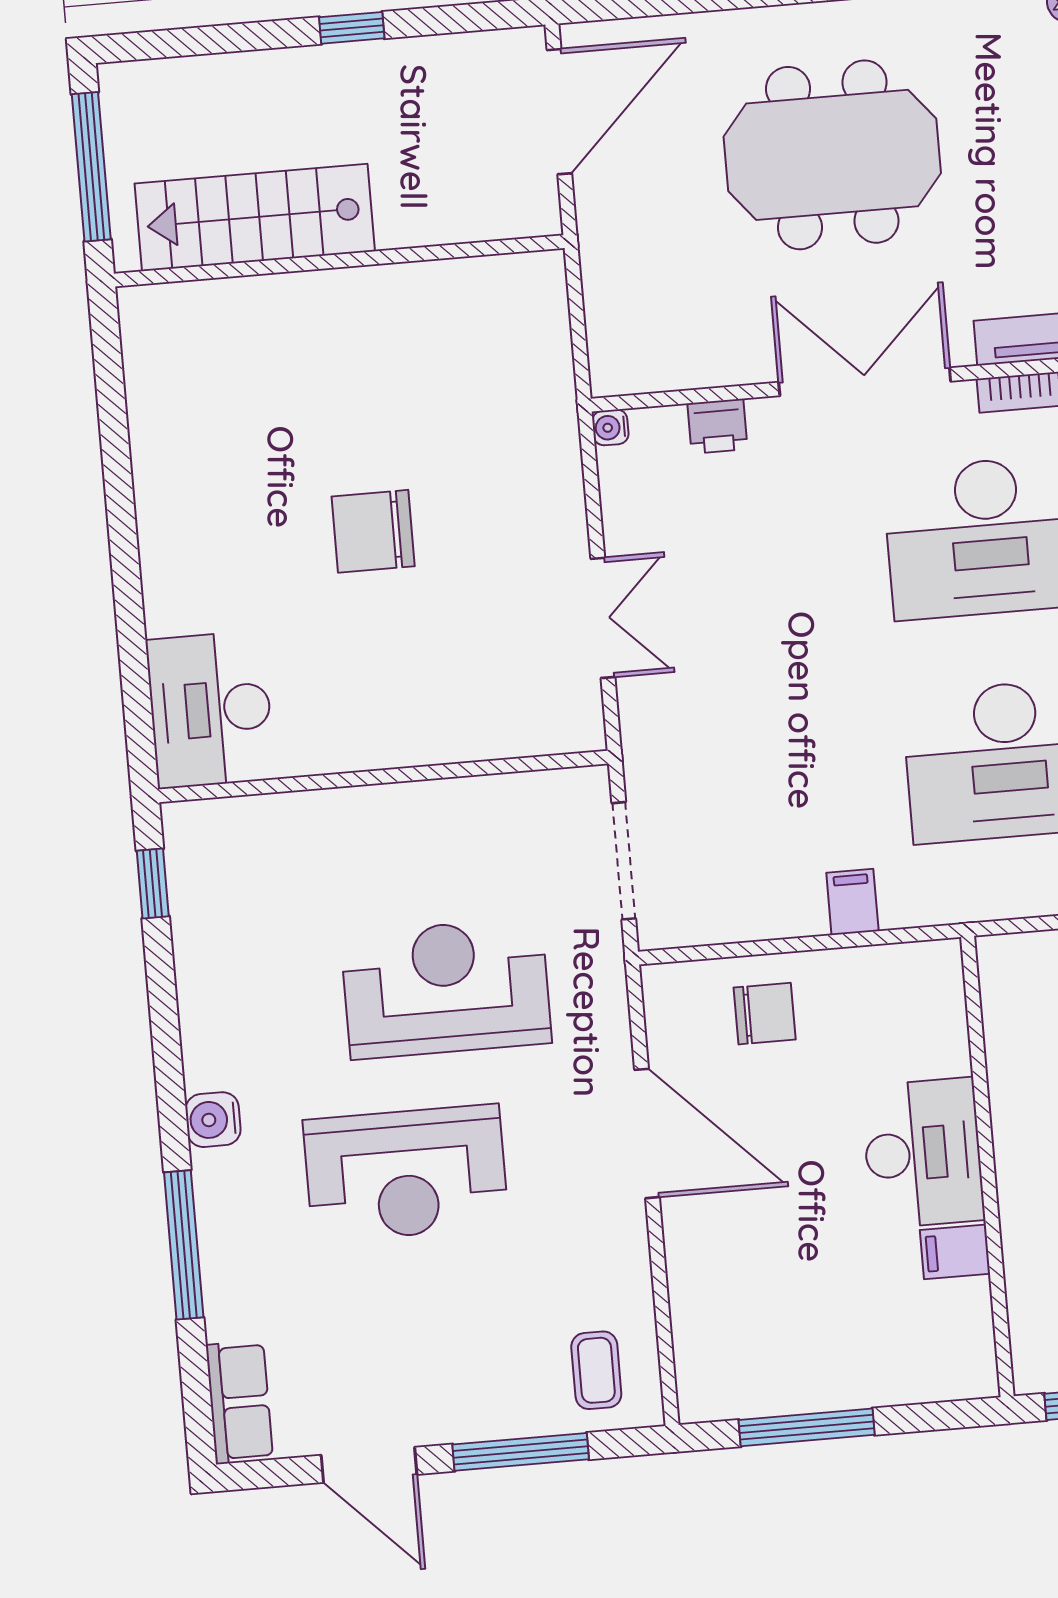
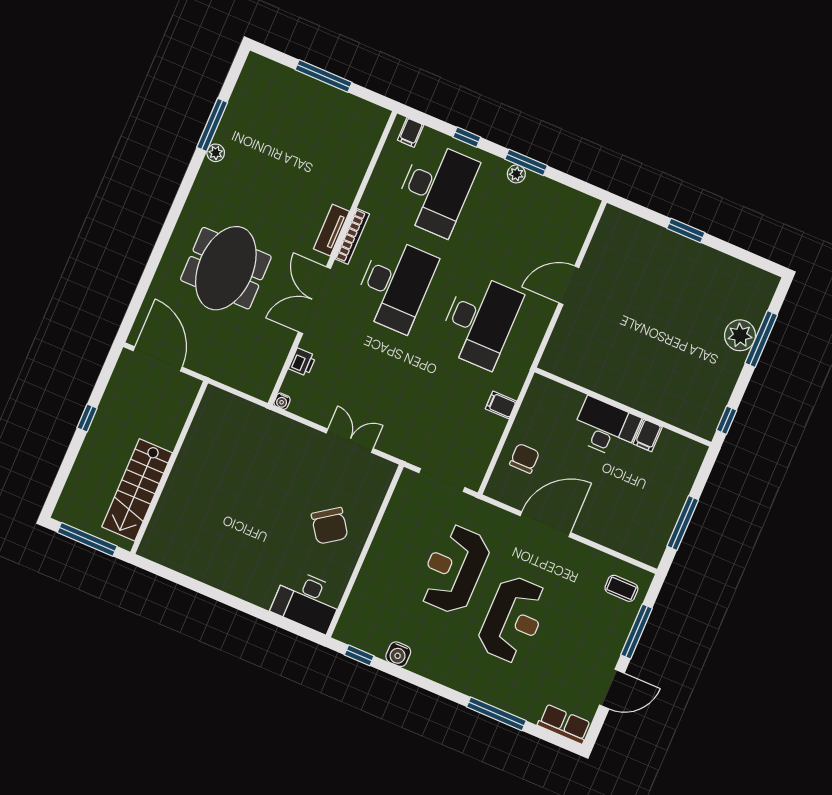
chair: (373, 531) -> (330, 526), moved, turned -35
water cooler: (213, 1120) -> (398, 654), moved

